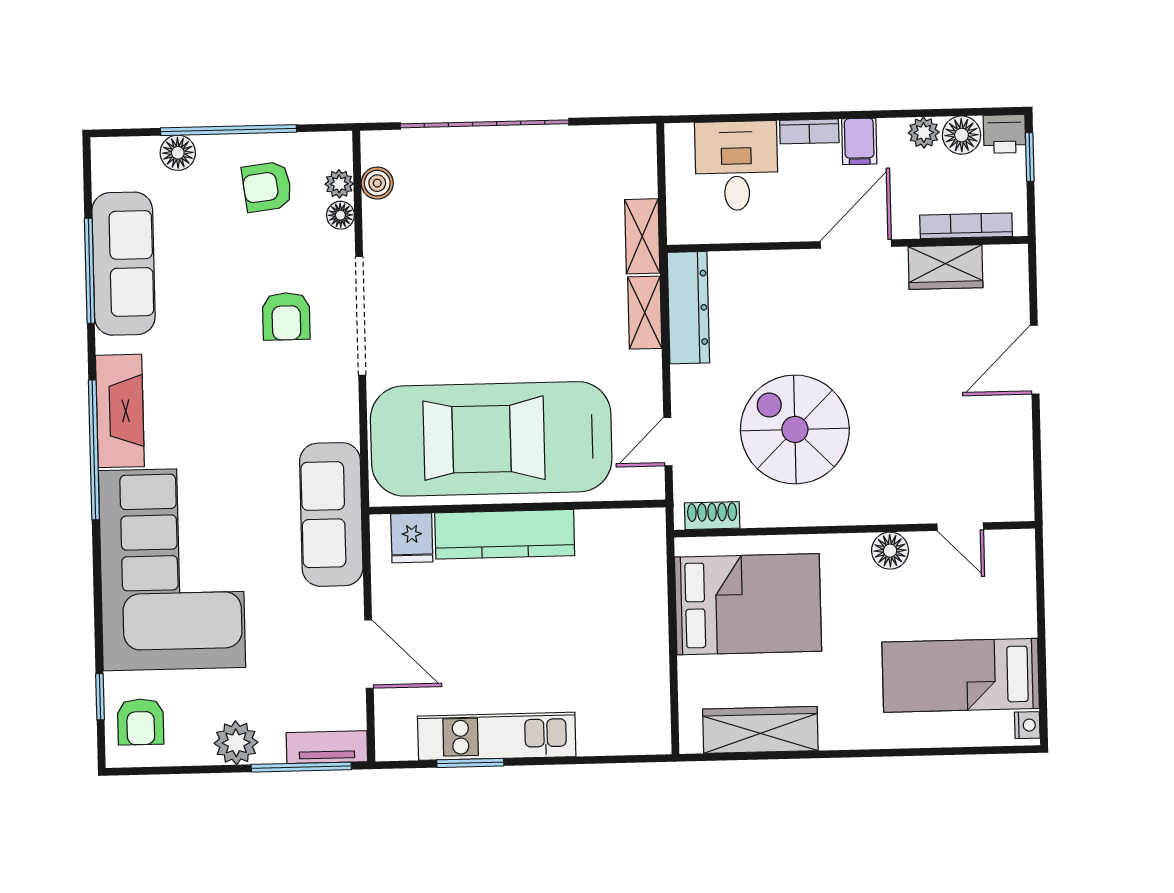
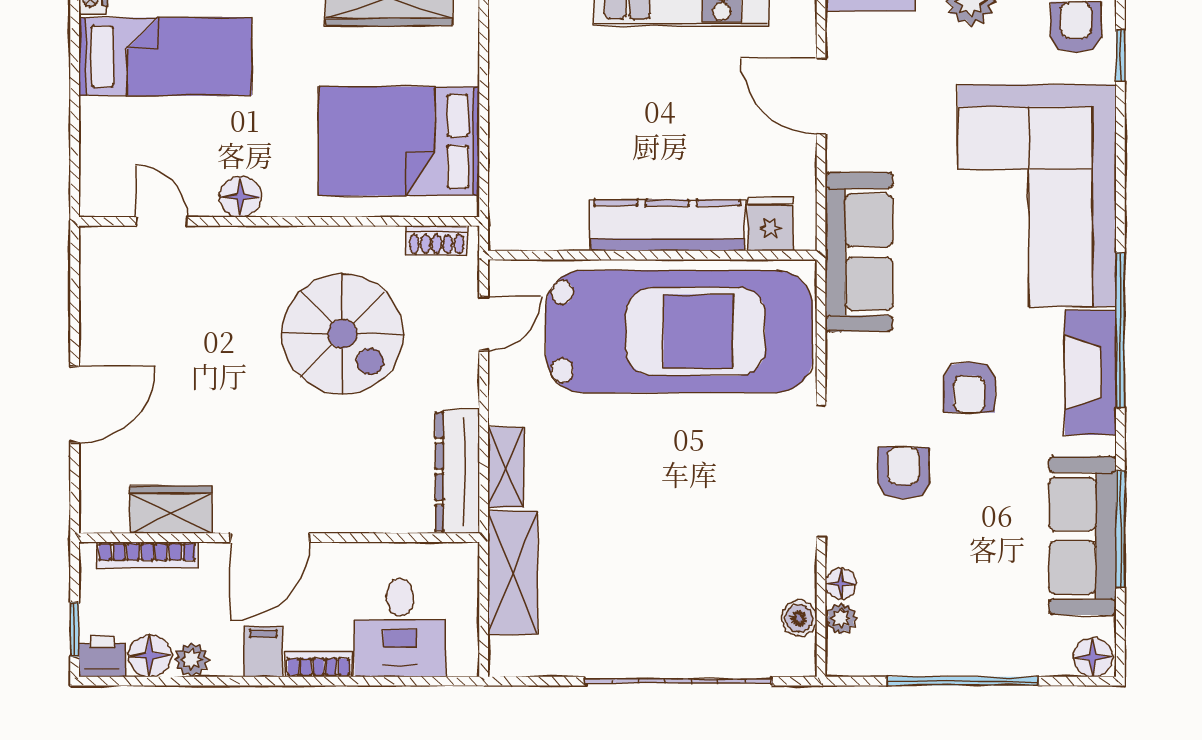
floor lamp: (178, 153) -> (1093, 657), moved
armchair: (267, 187) -> (969, 387), moved, turned 97
shelving: (642, 236) -> (513, 573), width x1.50, depth x1.33

